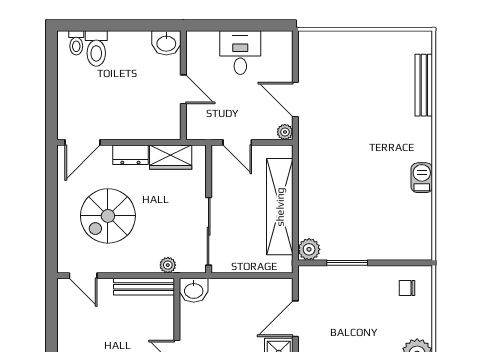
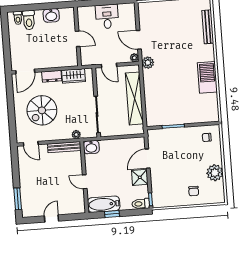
washbasin: (166, 43) -> (51, 15), moved
barbecue: (422, 178) -> (207, 77), width x1.88, depth x1.53
plant: (309, 249) -> (148, 63), moved

